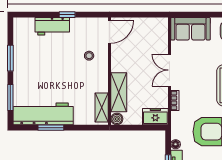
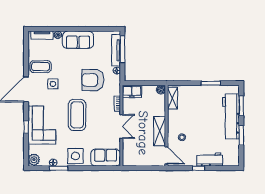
door: (110, 32) -> (166, 155), swing flipped
shelving: (119, 92) -> (160, 131), moved
workbench: (43, 114) -> (231, 117), moved, turned 90

